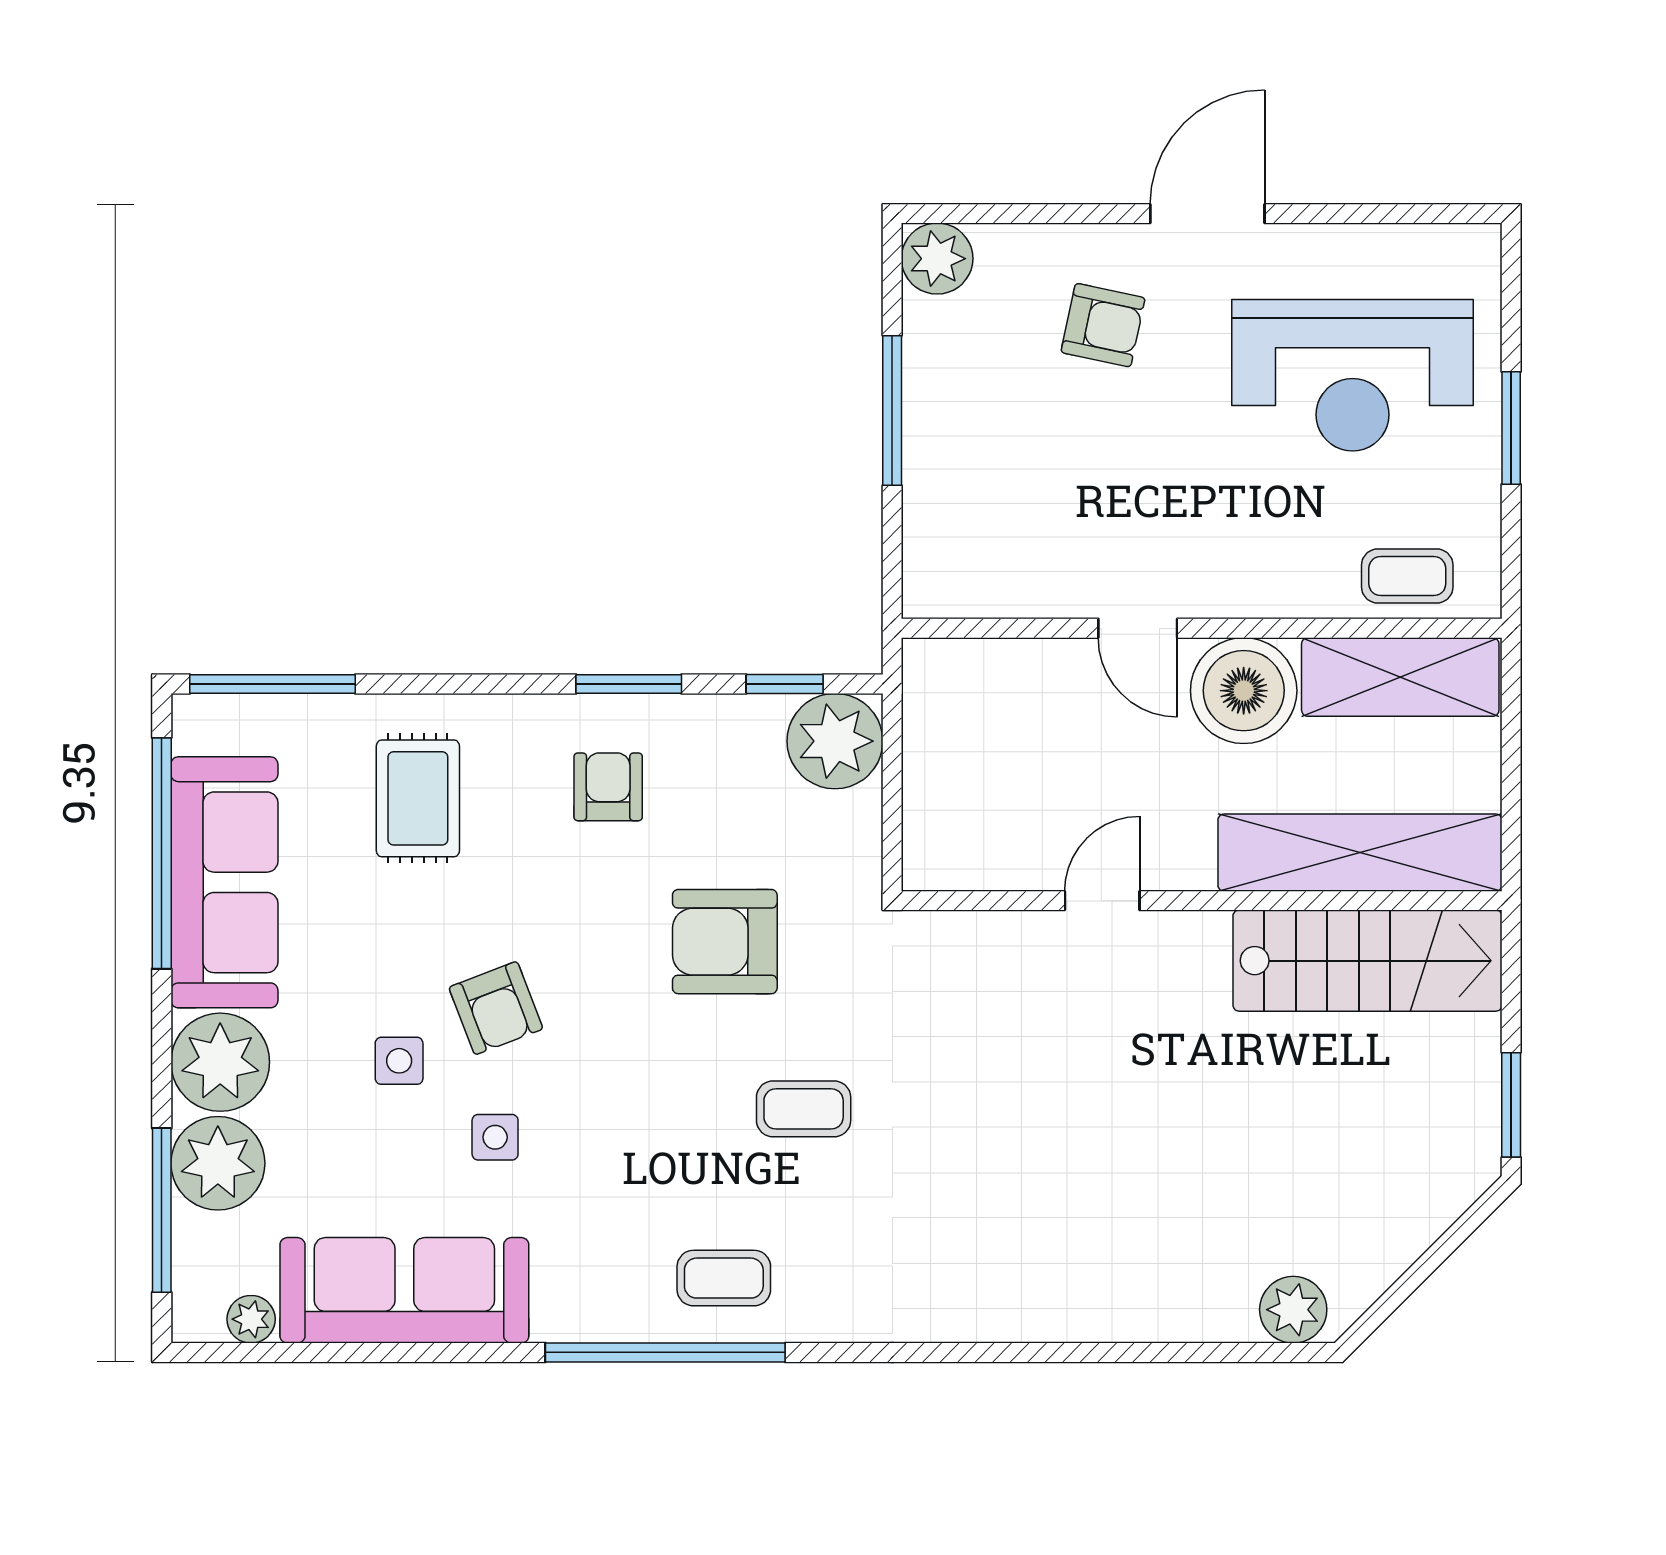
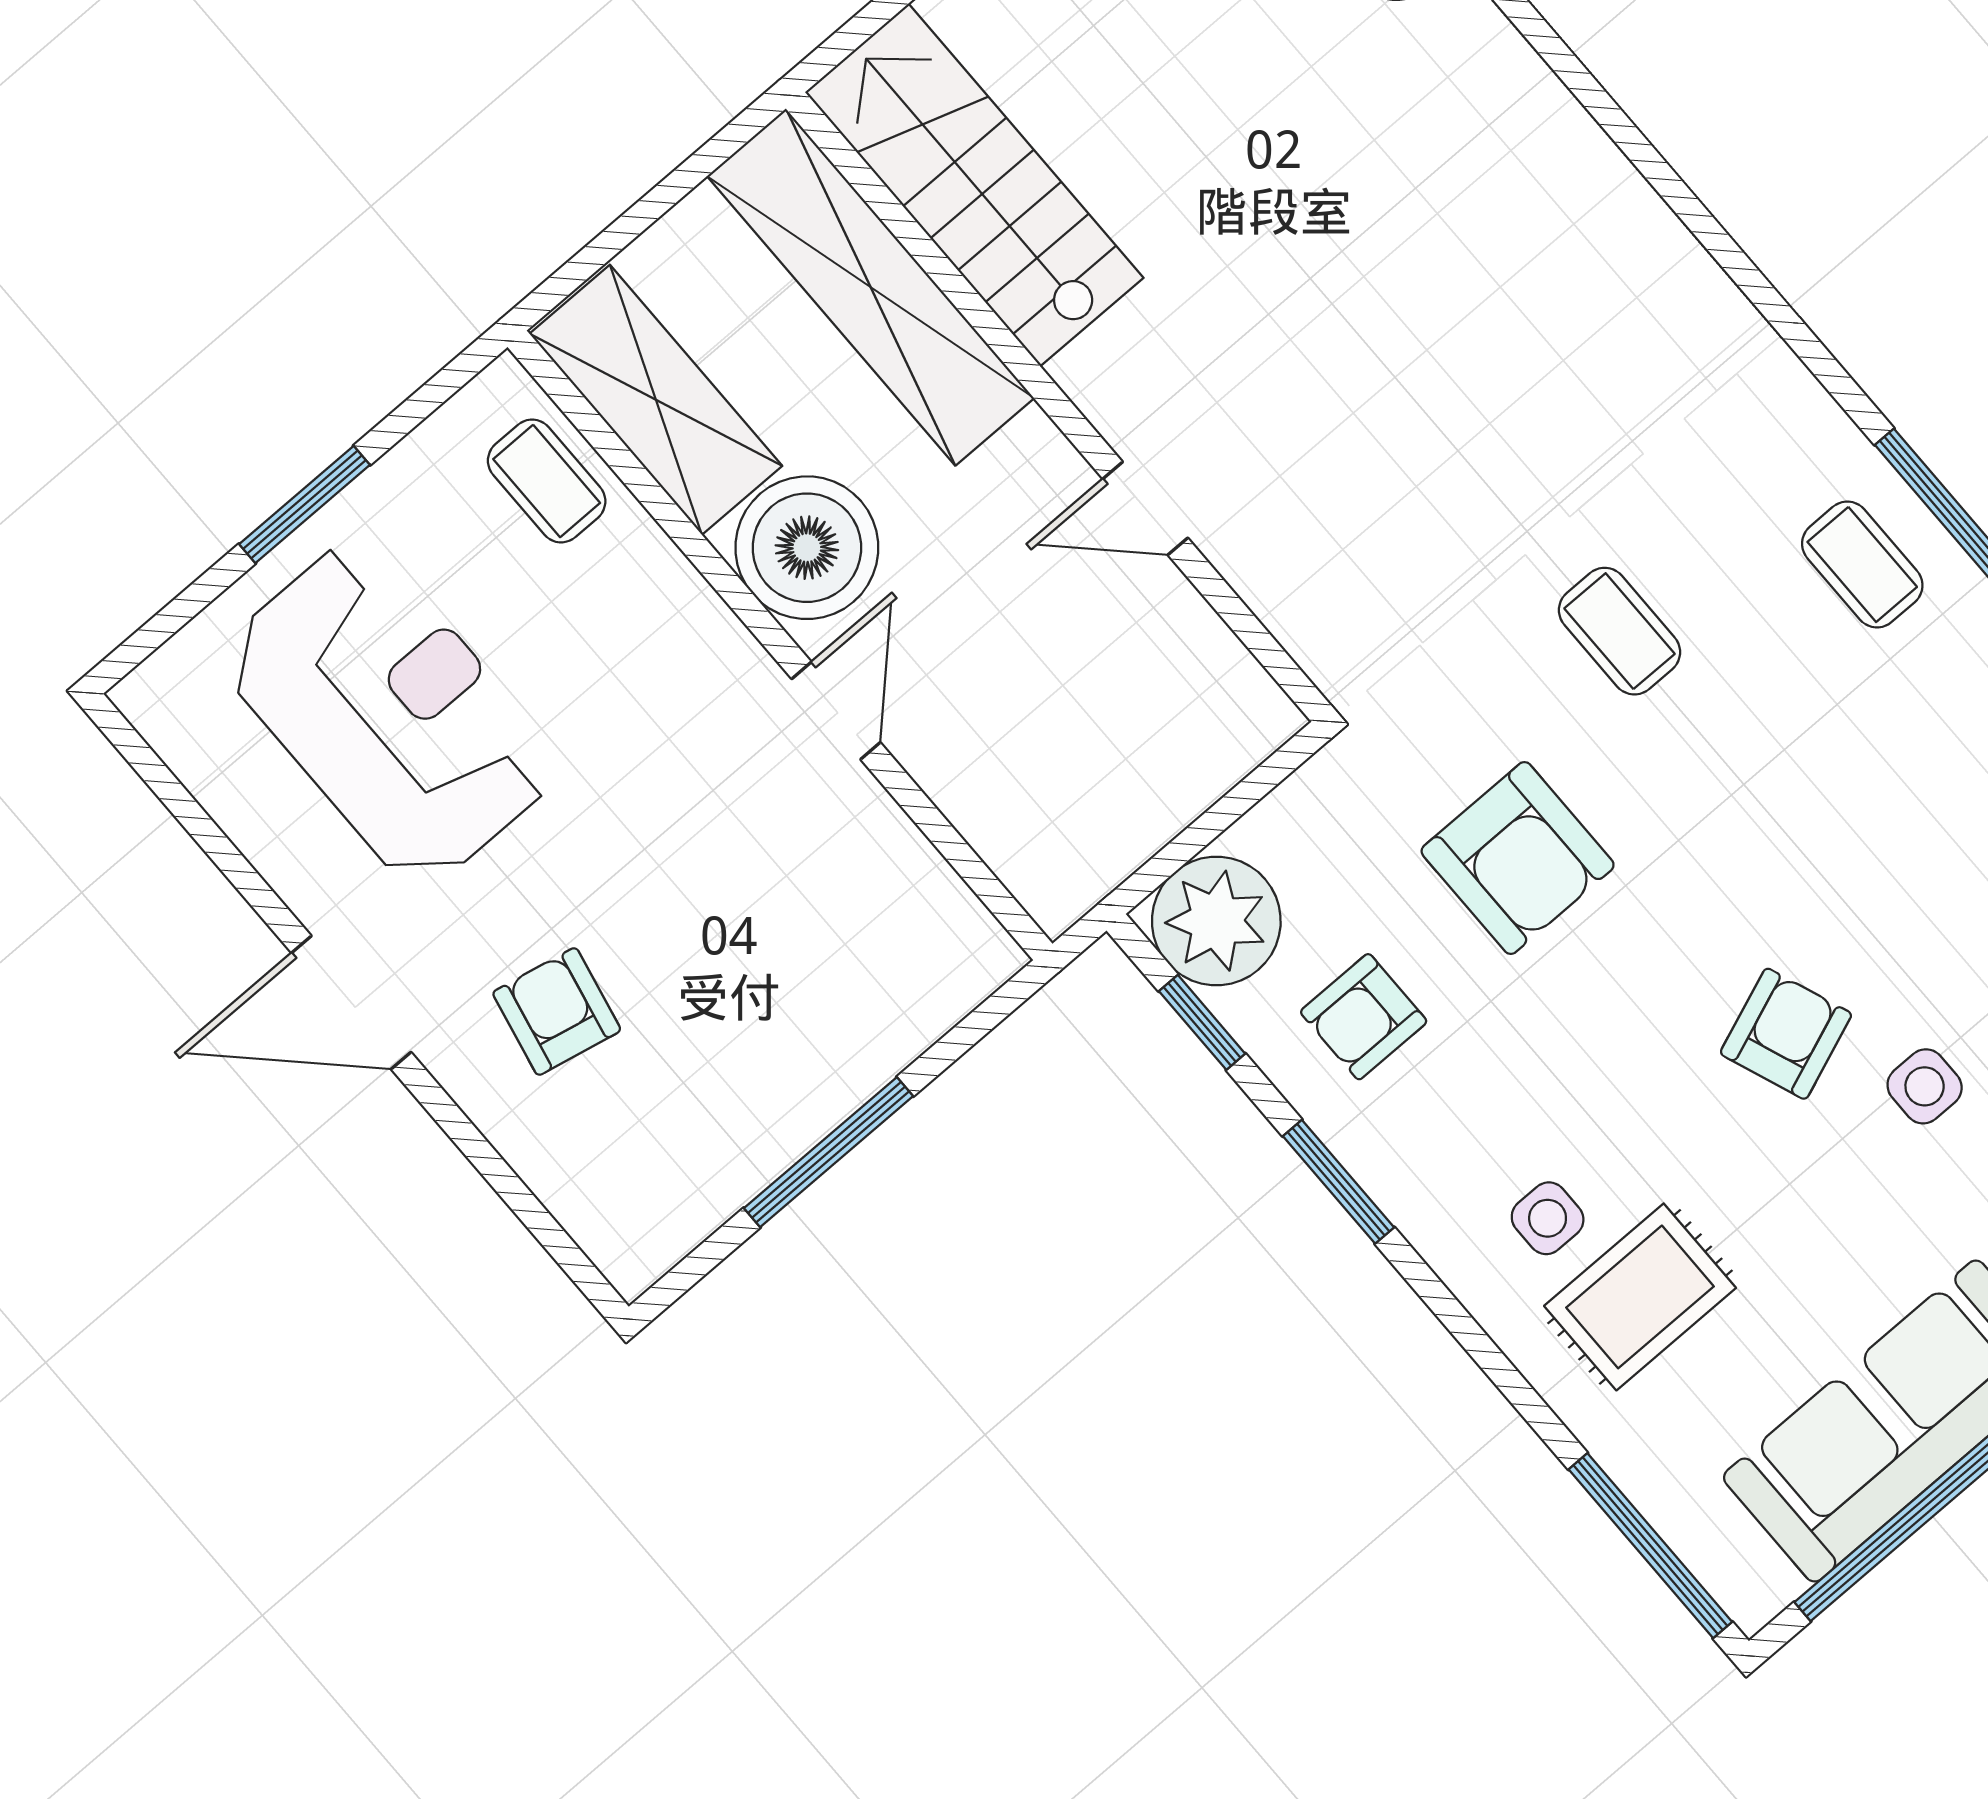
plant: (937, 259) -> (634, 1239), removed
armchair: (608, 787) -> (1364, 1017), moved
side table: (495, 1137) -> (1548, 1218), moved

